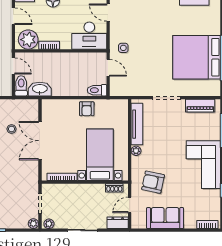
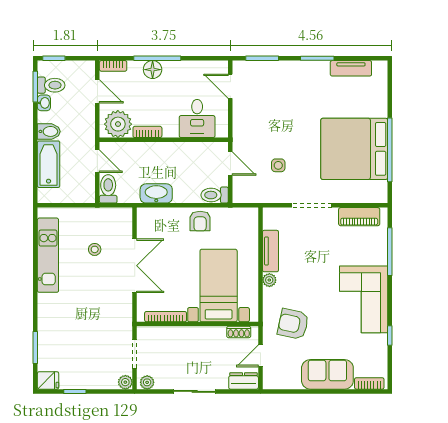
desk: (89, 36) -> (197, 119), width x0.73
side table: (123, 48) -> (278, 165), moved
washbasin: (40, 89) -> (156, 193), moved
tv unit: (137, 124) -> (270, 251), width x0.71
double door: (40, 141) -> (135, 266), swing flipped
sofa: (165, 218) -> (327, 374), moved

